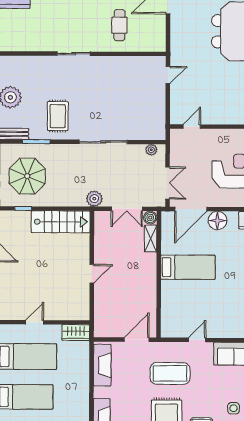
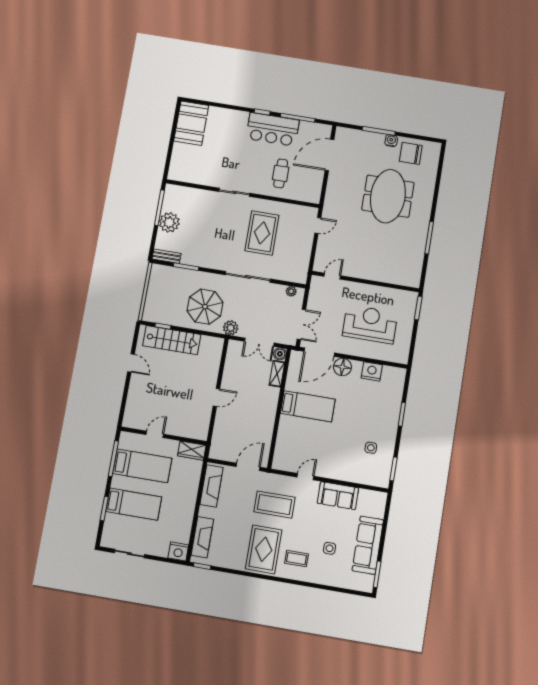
rug: (58, 116) -> (262, 233), moved, width x1.36, depth x1.43
parasol: (27, 176) -> (205, 307), moved
stairs: (61, 222) -> (172, 340), moved

